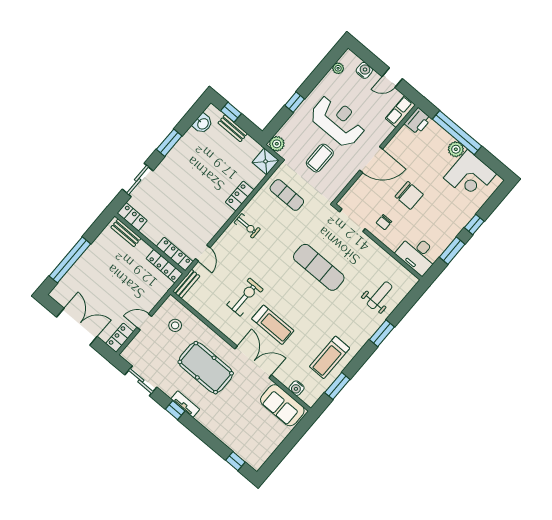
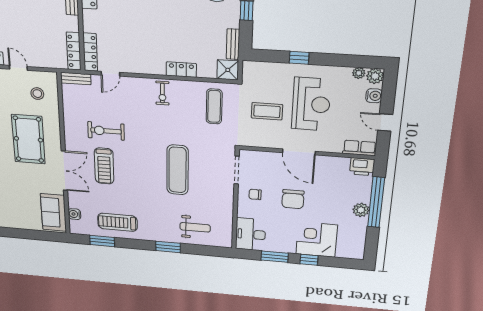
bench: (233, 128) -> (233, 44), moved
plant: (277, 144) -> (375, 76), moved
corner desk: (470, 176) -> (317, 240), moved, turned 90
exercise bike: (245, 297) -> (106, 131), turned 180

